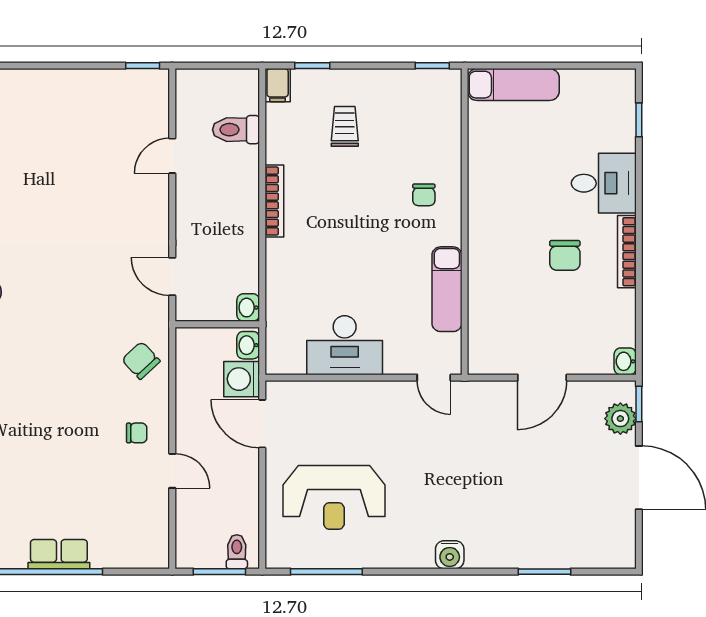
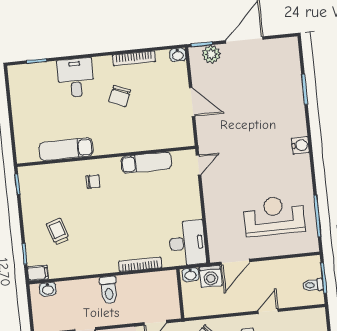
exam couch: (513, 85) -> (66, 149), moved, turned -90
trolley: (345, 126) -> (58, 231), turned 72
toilet: (236, 130) -> (109, 290), moved
bookcase: (274, 201) -> (140, 264), moved
bookcase: (627, 252) -> (134, 58), moved
chair: (565, 255) -> (120, 96), turned 112
washbasin: (248, 308) -> (48, 289), moved
desk: (345, 345) -> (187, 243), moved
reception desk: (334, 497) -> (274, 216), turned -90
toilet: (237, 552) -> (313, 285), moved

